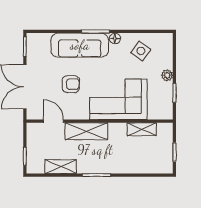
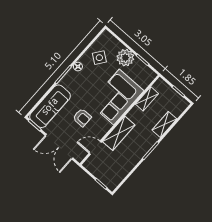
sofa: (80, 45) -> (50, 106), moved
plant: (167, 75) -> (125, 58), width x1.87, depth x1.87
armchair: (71, 84) -> (82, 118), turned 90
shelving: (61, 167) -> (164, 125), moved

